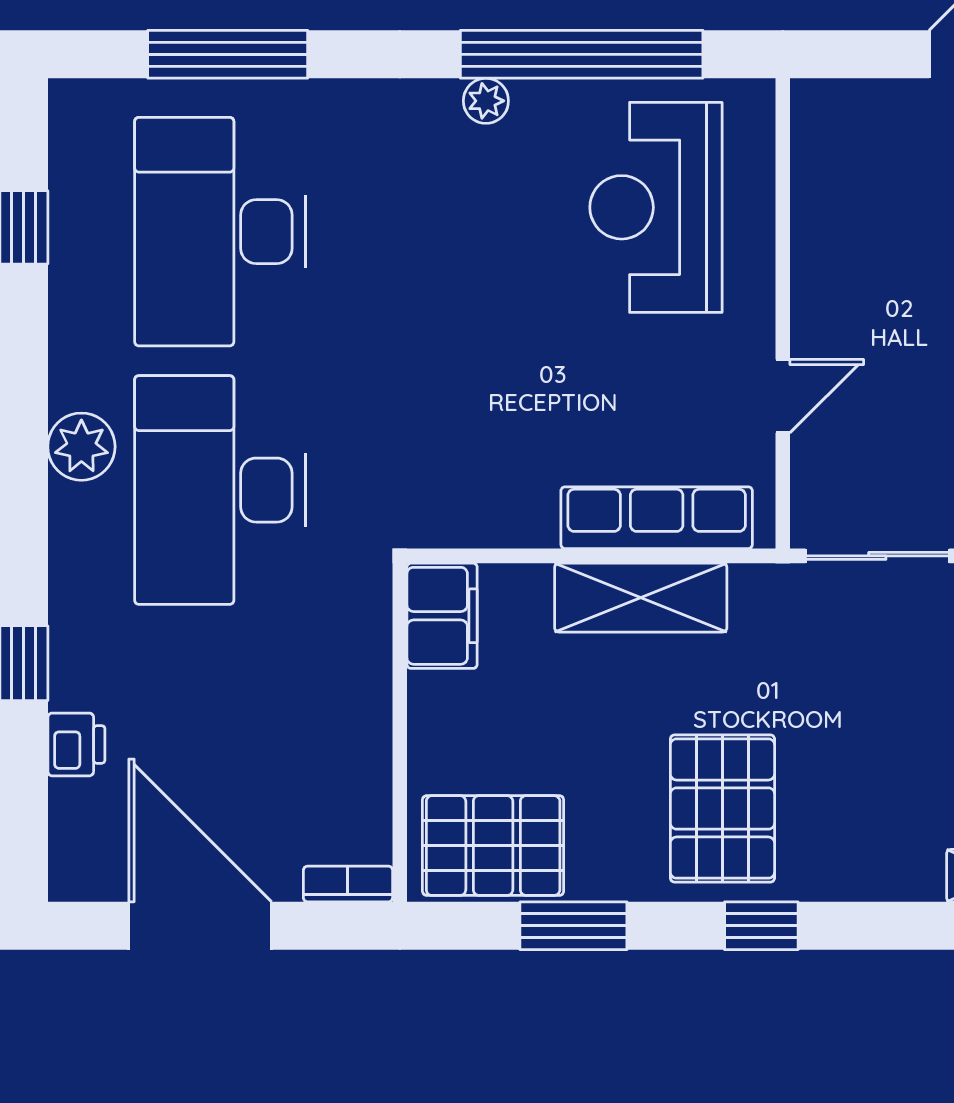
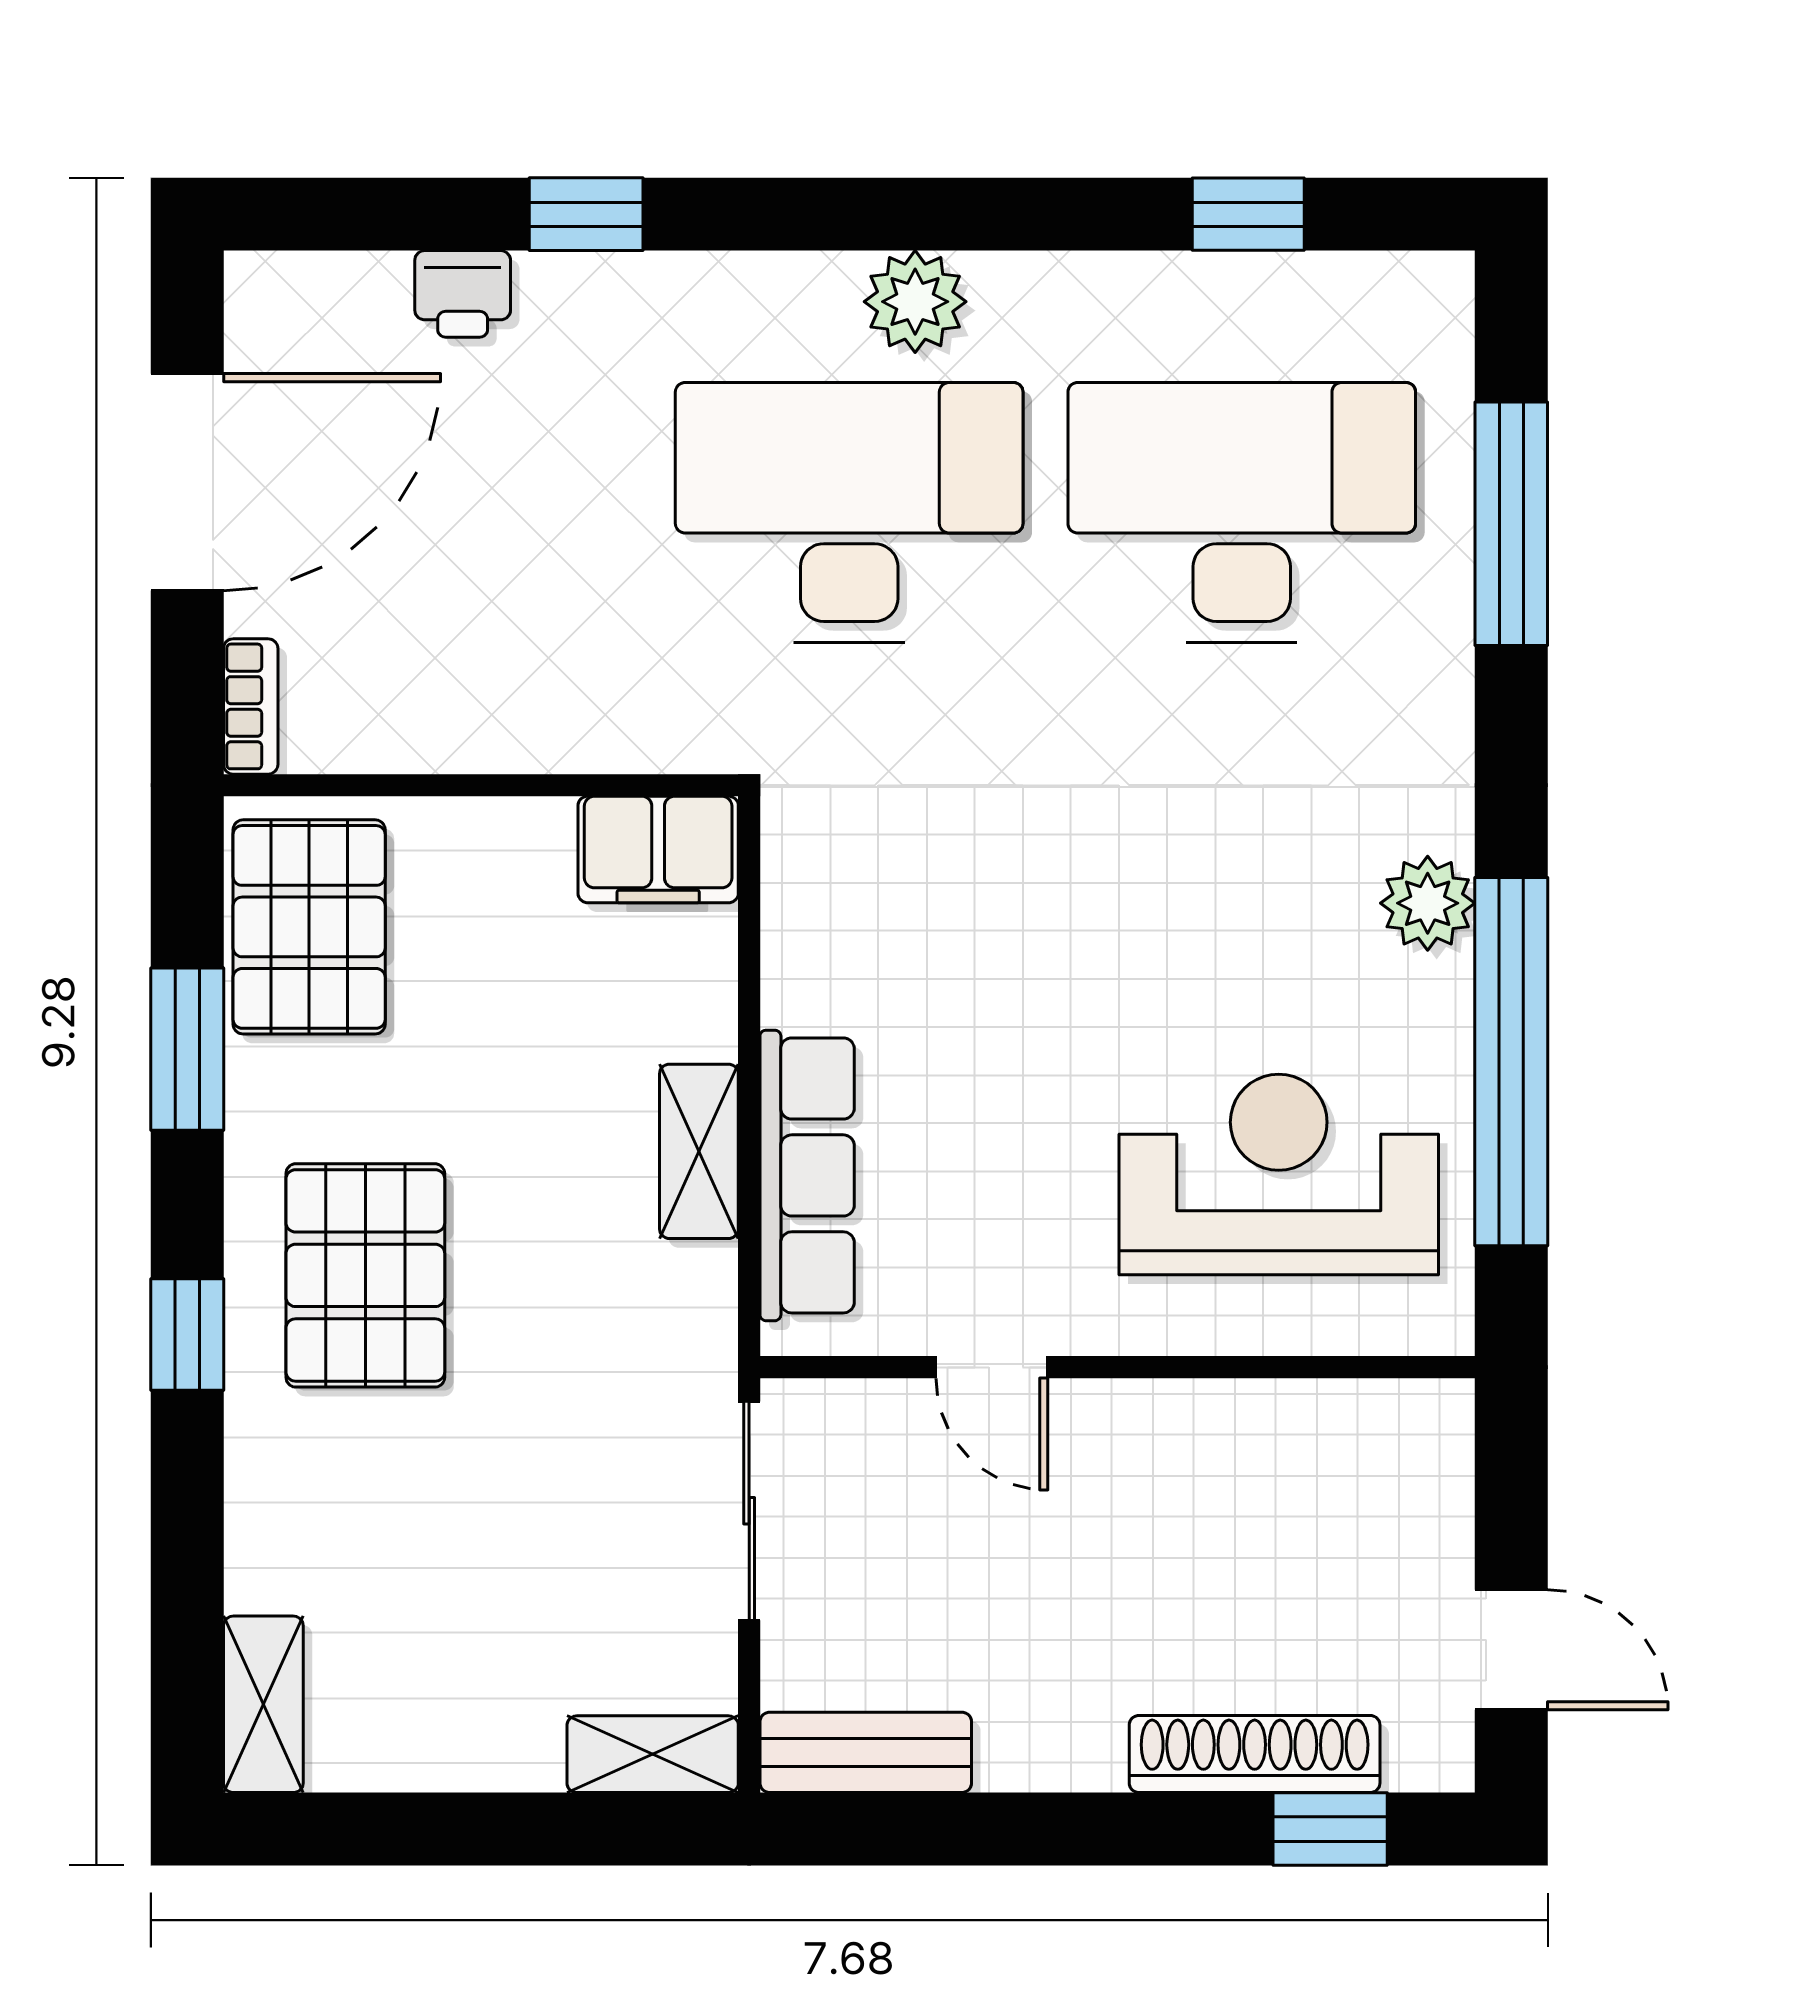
plant: (486, 101) -> (1428, 903), width x1.38, depth x1.38
shelving: (641, 598) -> (699, 1151), width x0.67, depth x0.75
pallet: (722, 809) -> (365, 1275), turned 90

